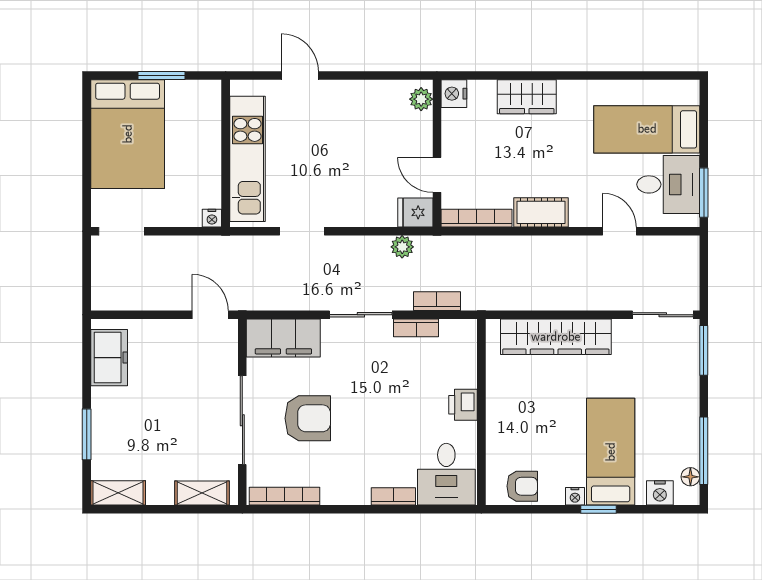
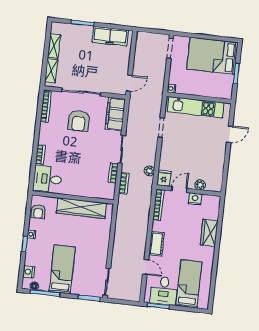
nightstand: (454, 94) -> (195, 199), moved
plant: (421, 99) -> (200, 185), moved
cot: (541, 212) -> (156, 244), moved
door: (619, 231) -> (146, 267), hinge flipped
wardrobe: (556, 337) -> (81, 208), moved, turned -90
freezer: (109, 358) -> (110, 36), width x1.40
printer: (463, 405) -> (77, 190), removed
bed: (611, 452) -> (62, 269), moved, turned -90
shelving: (118, 493) -> (54, 46), moved

